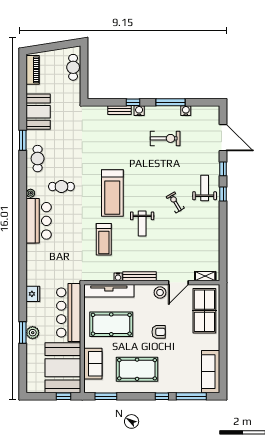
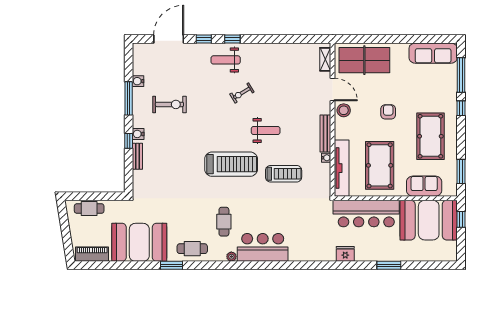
booth: (38, 112) -> (139, 242), width x1.36, depth x1.42
exercise bike: (165, 138) -> (169, 104), turned 90
plant: (33, 333) -> (389, 254), removed

